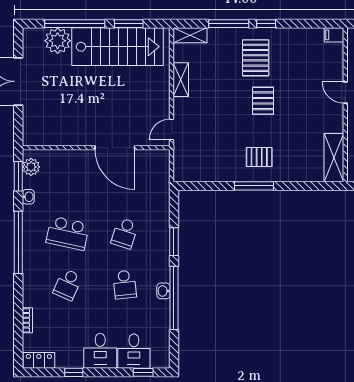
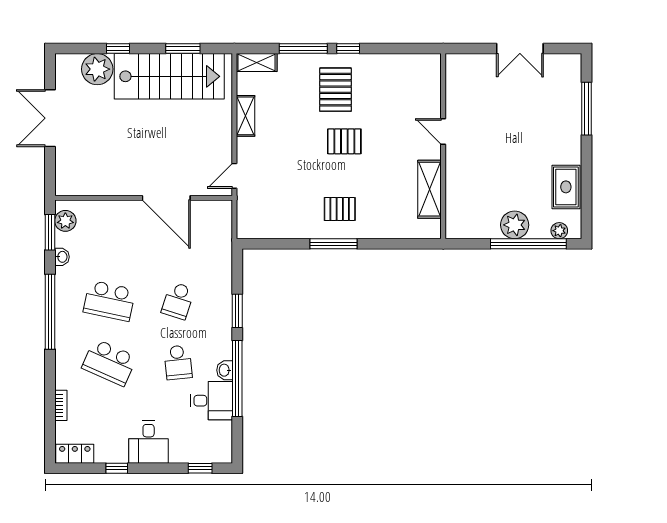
window: (75, 24) -> (118, 49), width x0.32
filing cabinet: (334, 35) -> (430, 62), removed
pallet: (263, 101) -> (344, 141), turned 90
shelving: (334, 158) -> (430, 189), moved
school desk: (68, 285) -> (109, 362), width x1.85
desk: (134, 351) -> (212, 401), moved, turned -90

